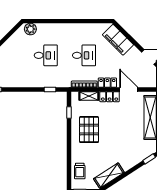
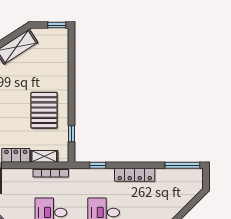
locker: (107, 83) -> (135, 175), moved, width x1.53
trolley: (80, 171) -> (57, 53), removed

